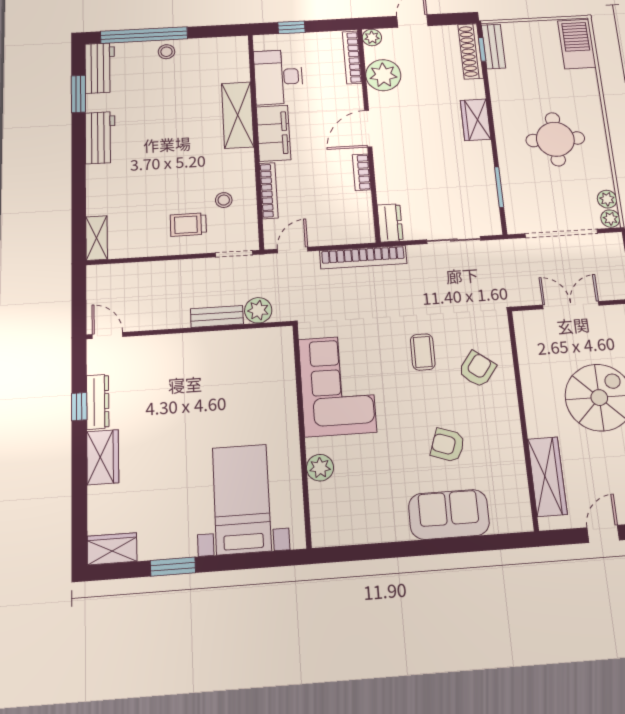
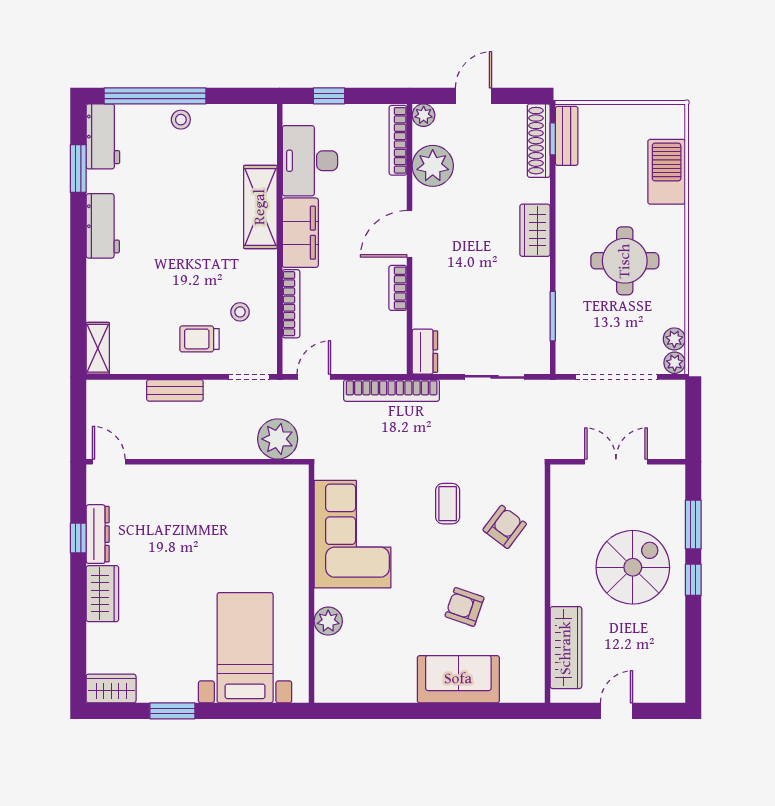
barbecue: (577, 44) -> (667, 172), moved
plant: (258, 310) -> (278, 439), width x1.36, depth x1.36
bench: (217, 316) -> (175, 390), moved

